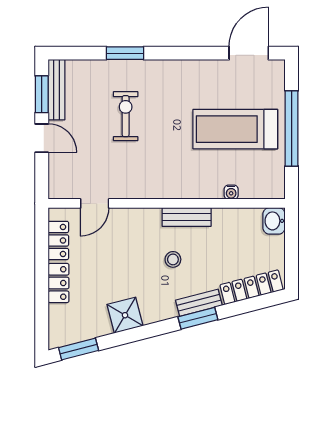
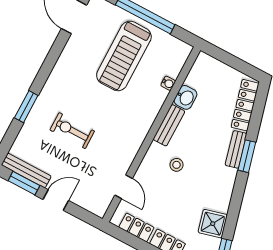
washbasin: (274, 221) -> (186, 97), moved, turned -90
stool: (173, 259) -> (176, 165), moved
shower: (125, 315) -> (213, 224), moved

